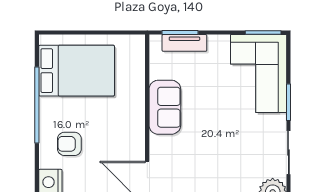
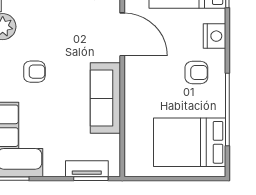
sofa: (165, 107) -> (105, 98), width x1.36
armchair: (239, 145) -> (34, 72), added

